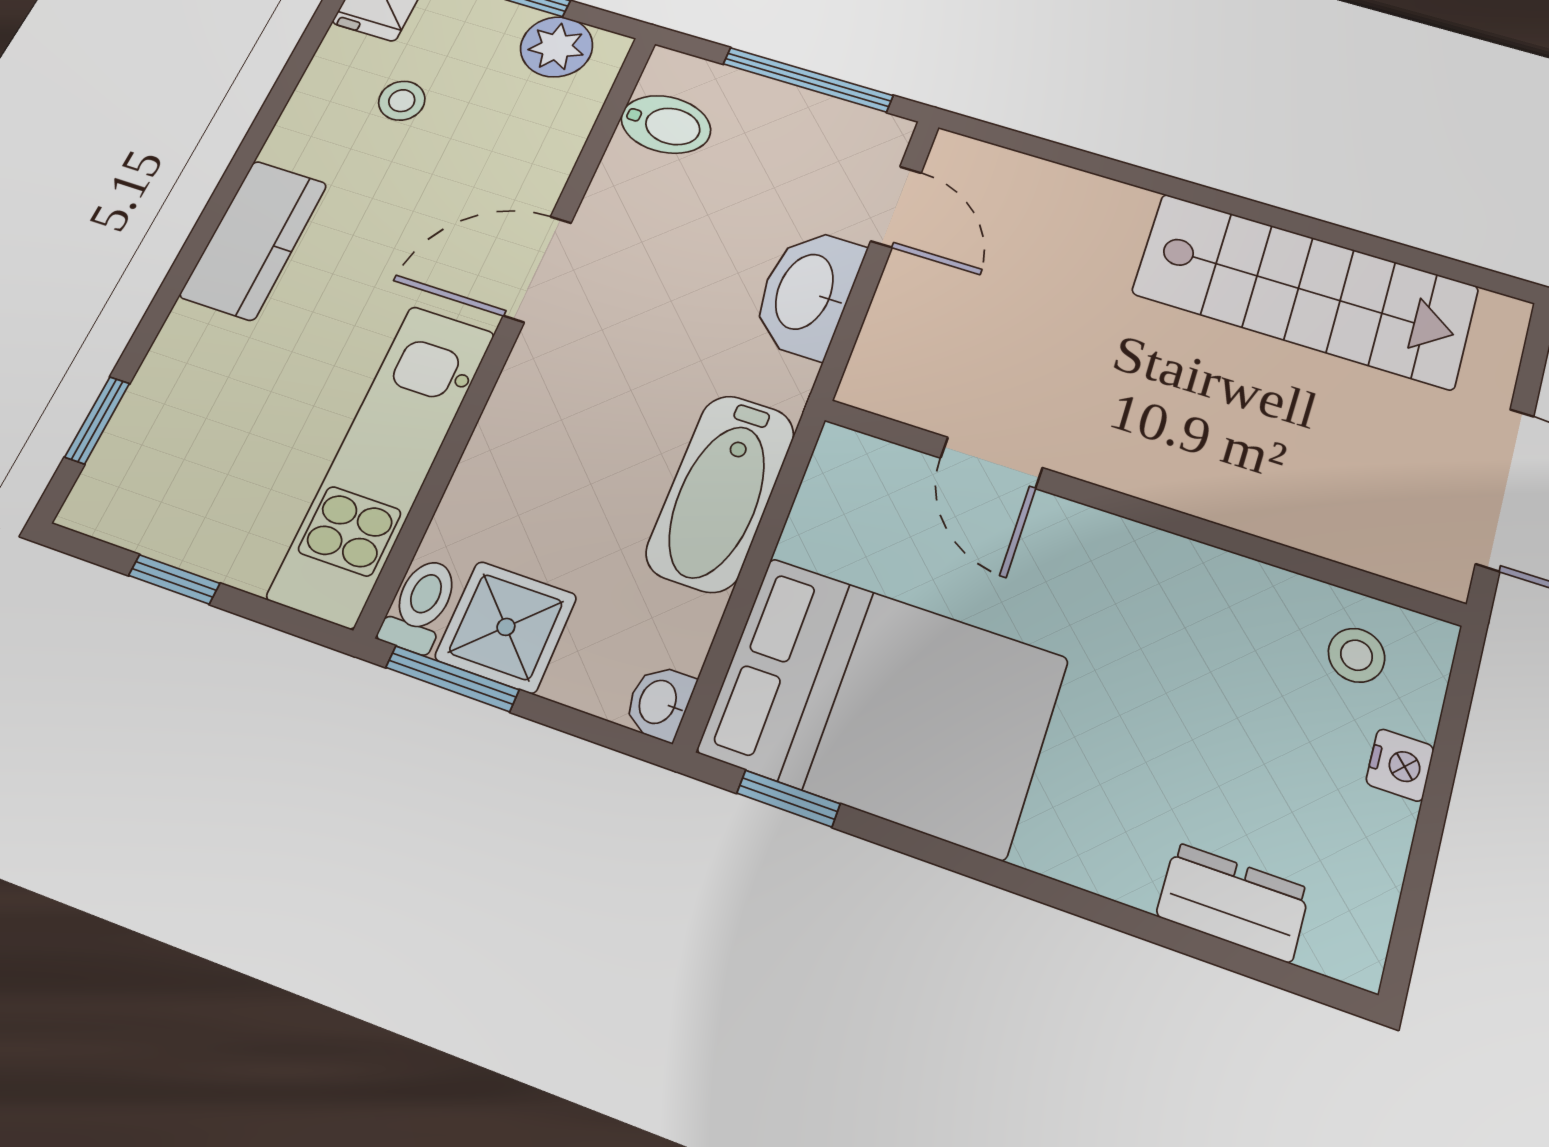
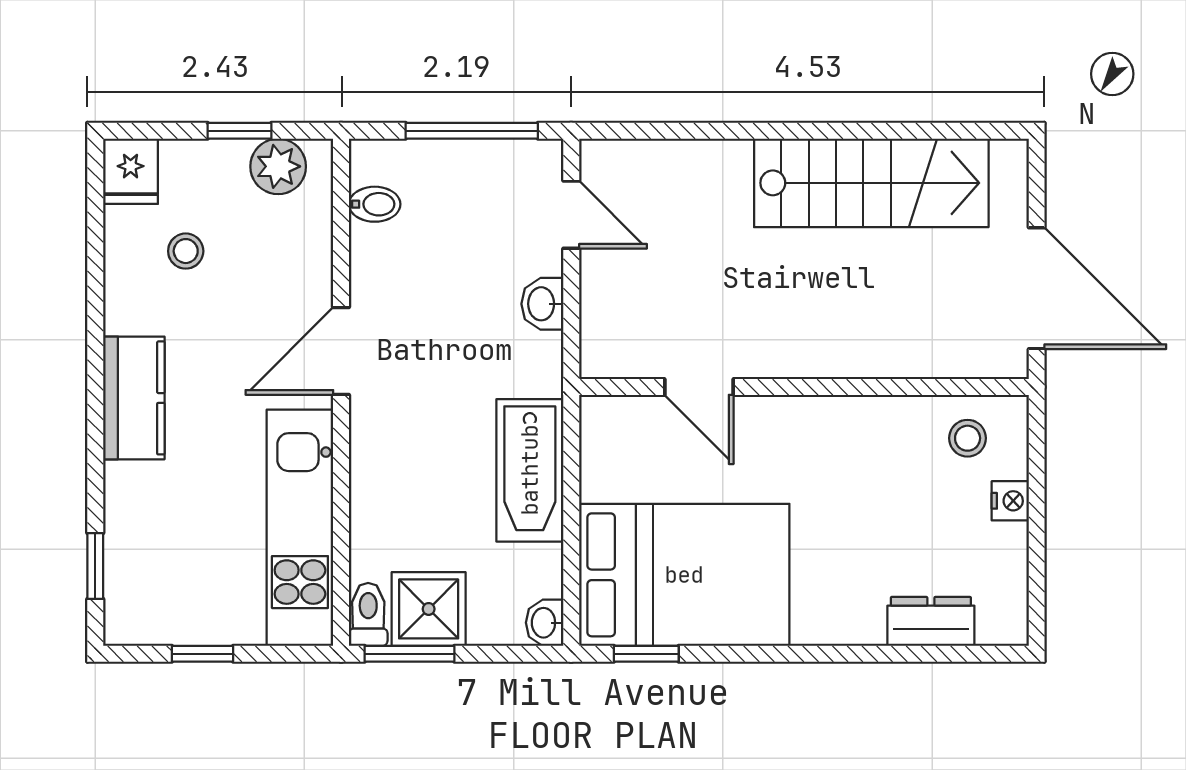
bidet: (666, 124) -> (375, 204), width x0.72, depth x0.74
washbasin: (807, 292) -> (542, 304), width x0.52, depth x0.69

